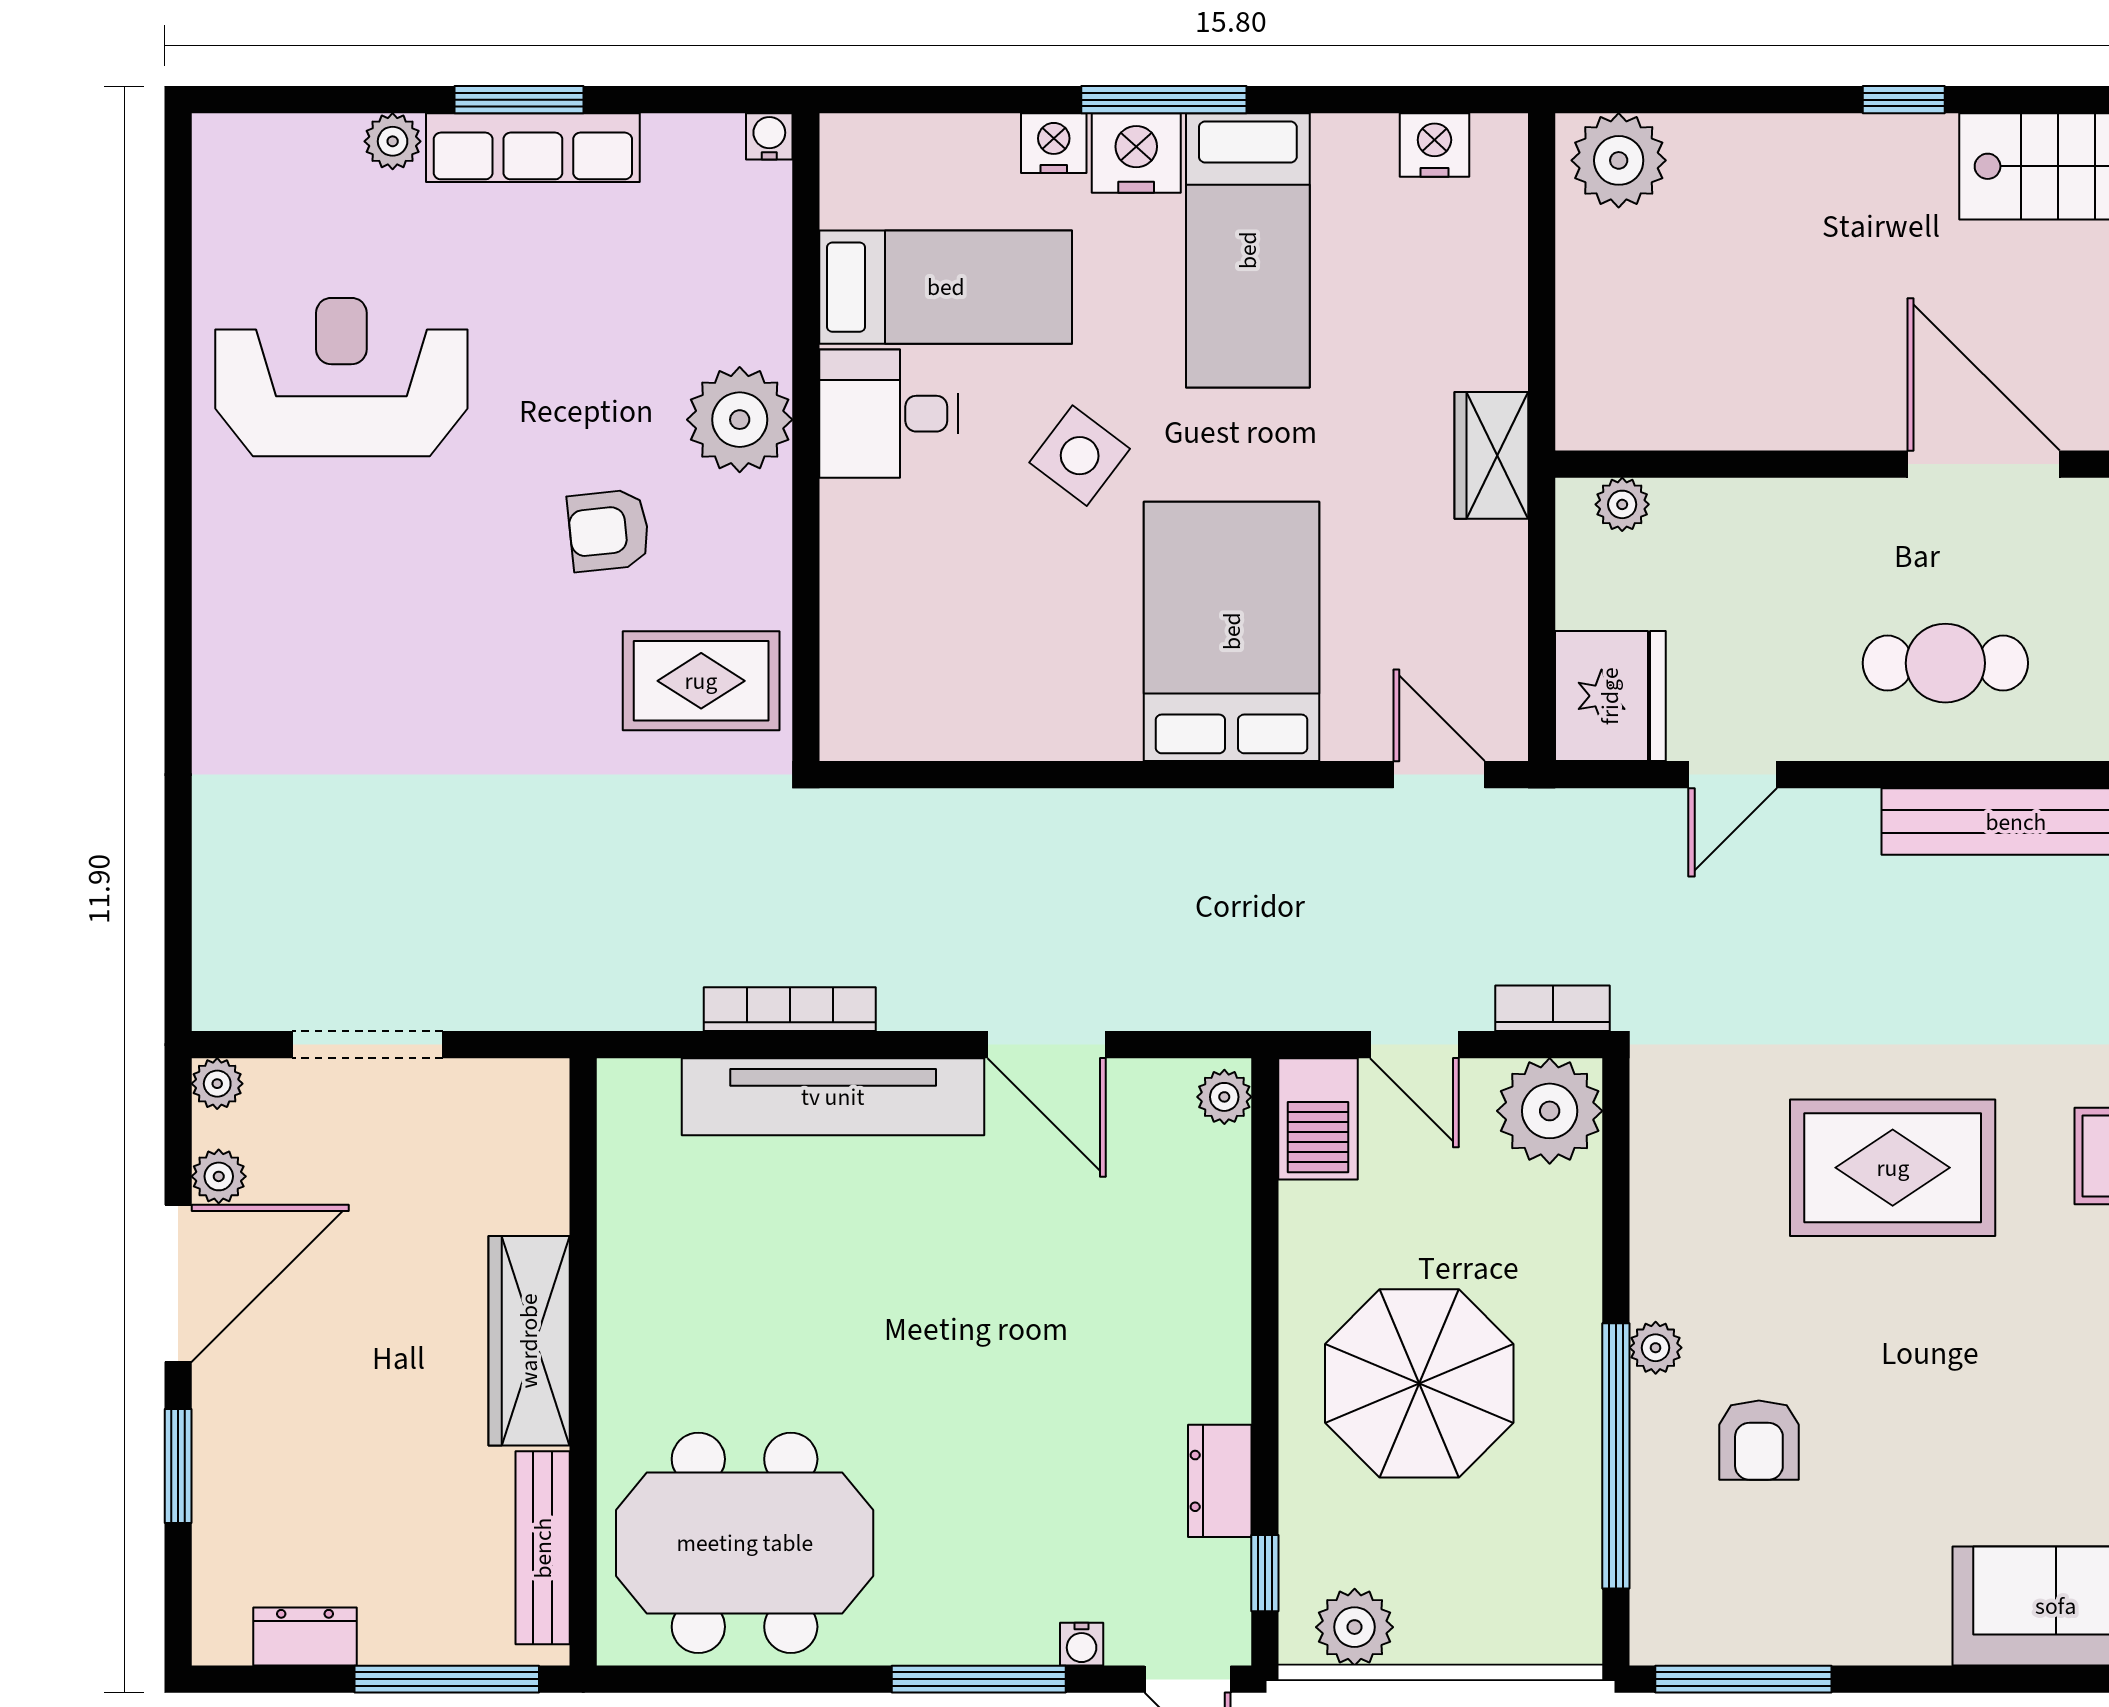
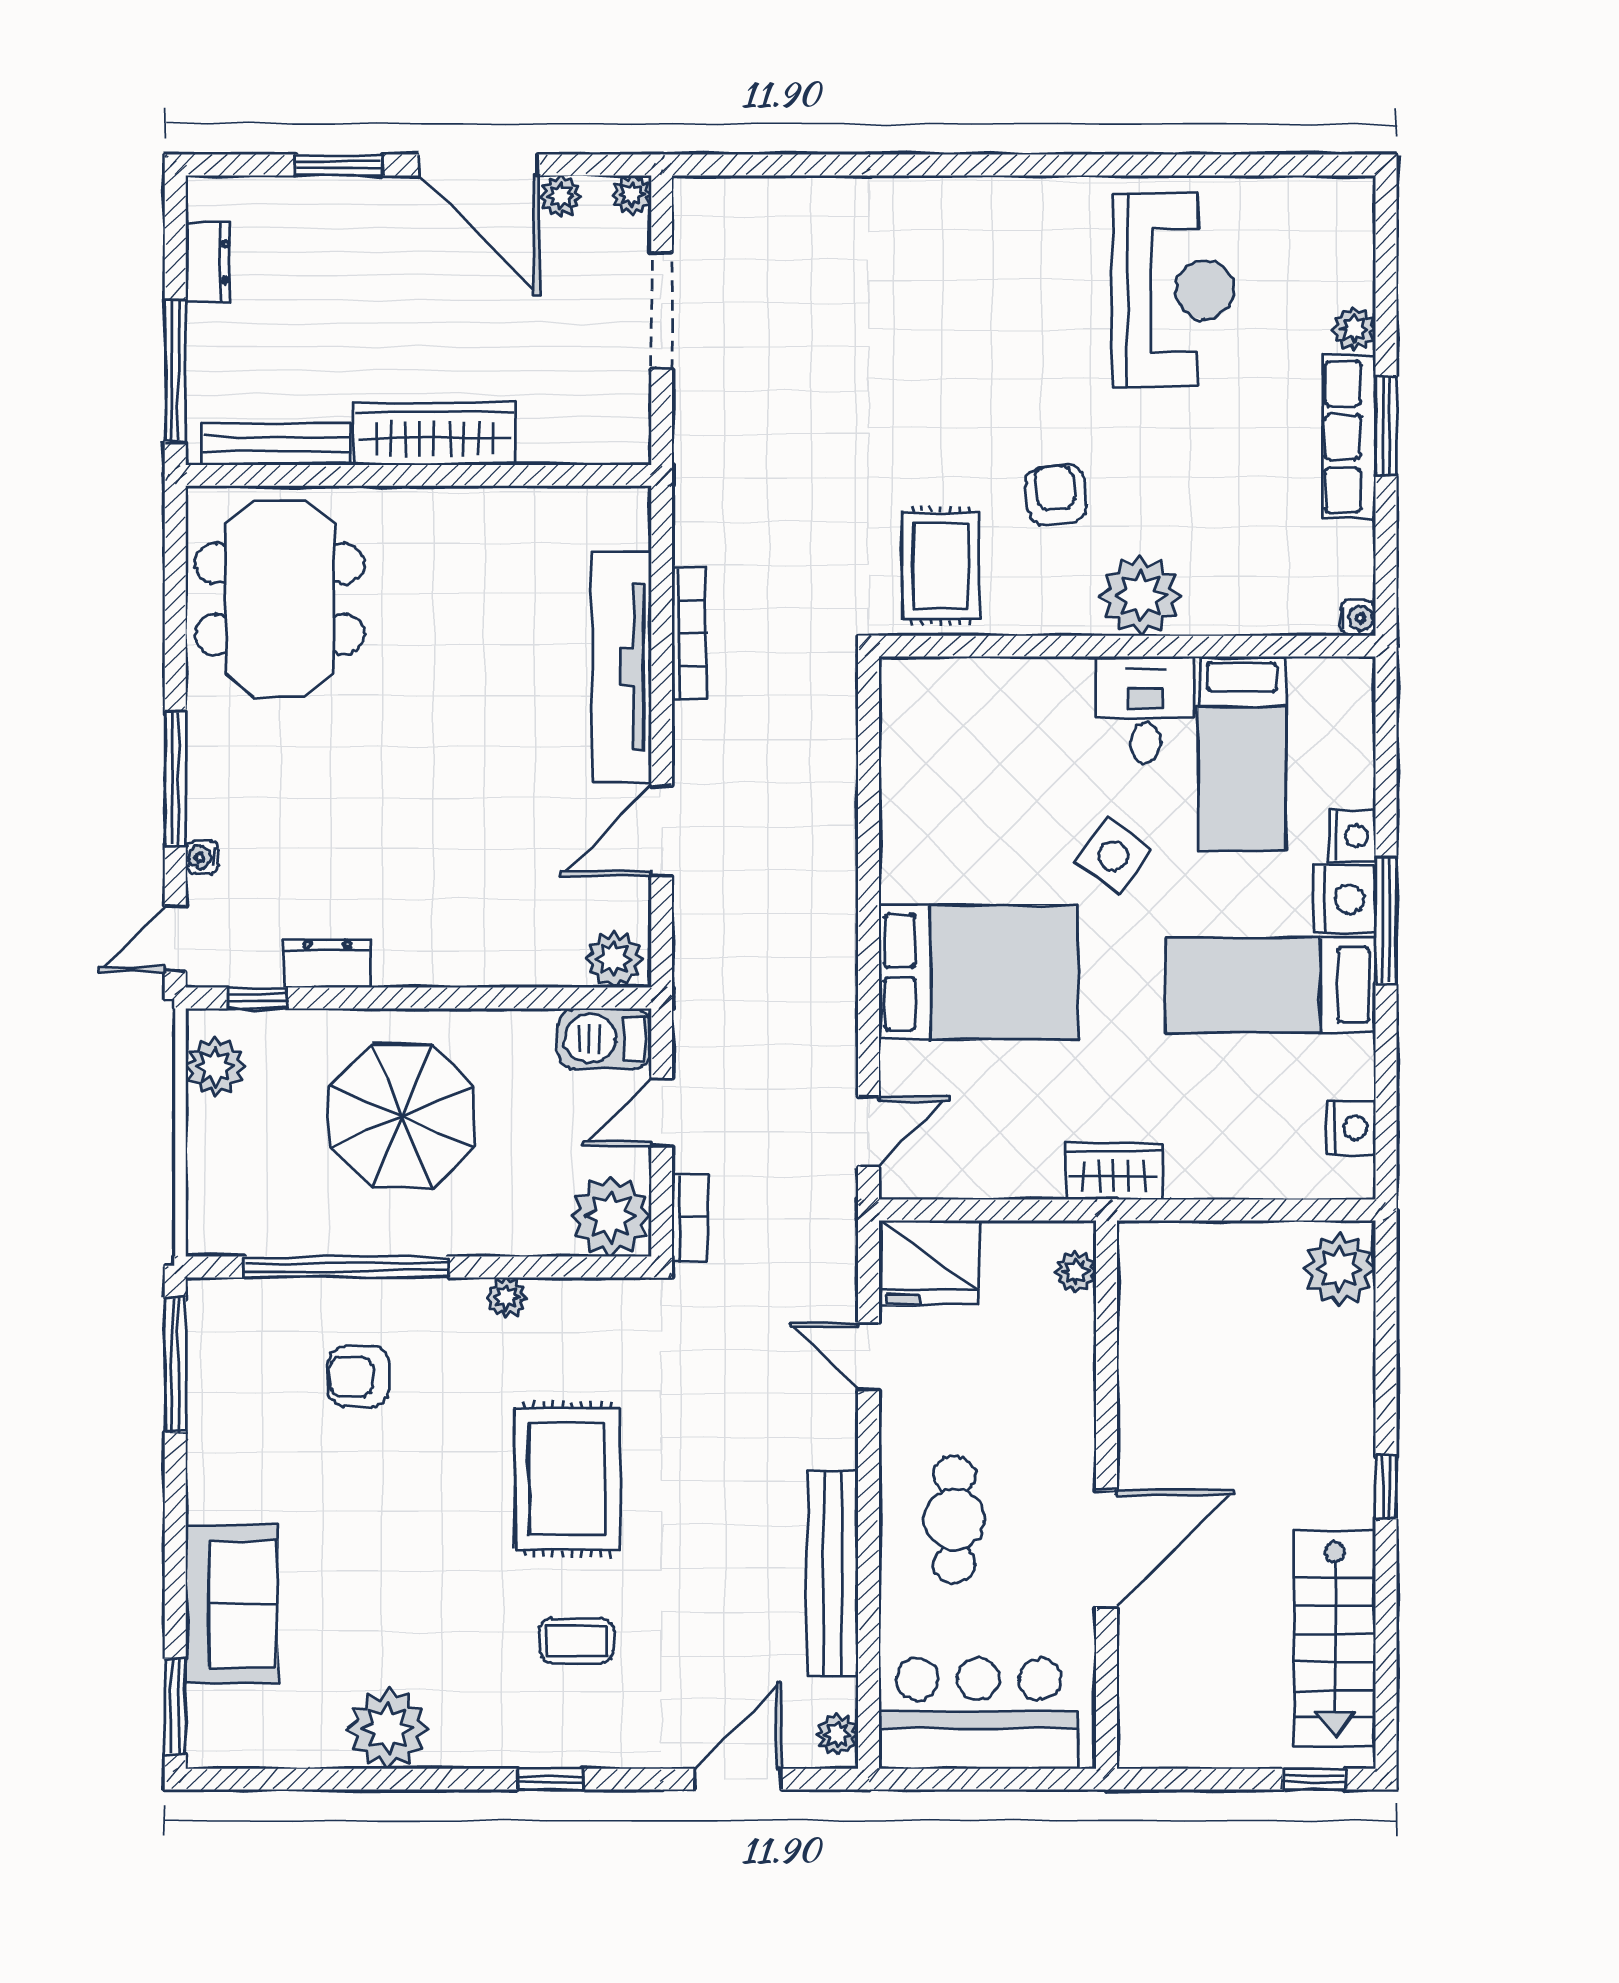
plant: (1224, 1097) -> (614, 959), width x1.38, depth x1.38
plant: (1656, 1348) -> (507, 1297), moved

